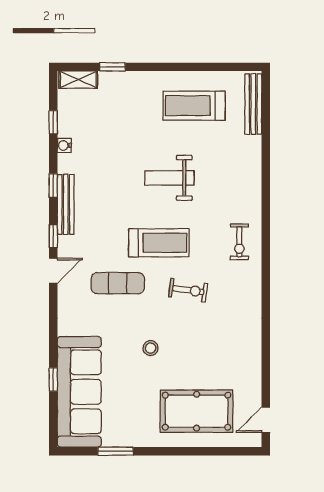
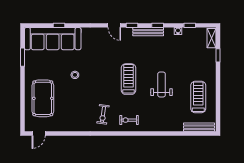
treadmill: (159, 243) -> (128, 79), turned 180
exercise mat: (118, 283) -> (108, 58), removed
exercise bike: (188, 290) -> (103, 114), moved
door: (266, 420) -> (39, 134), swing flipped

